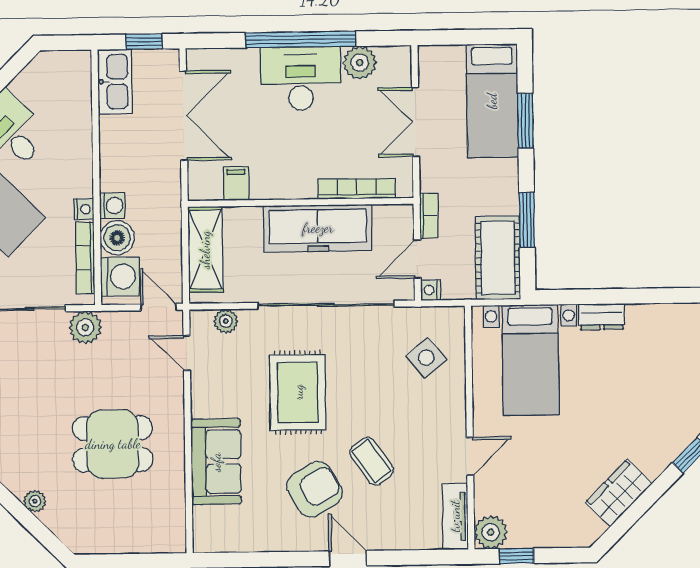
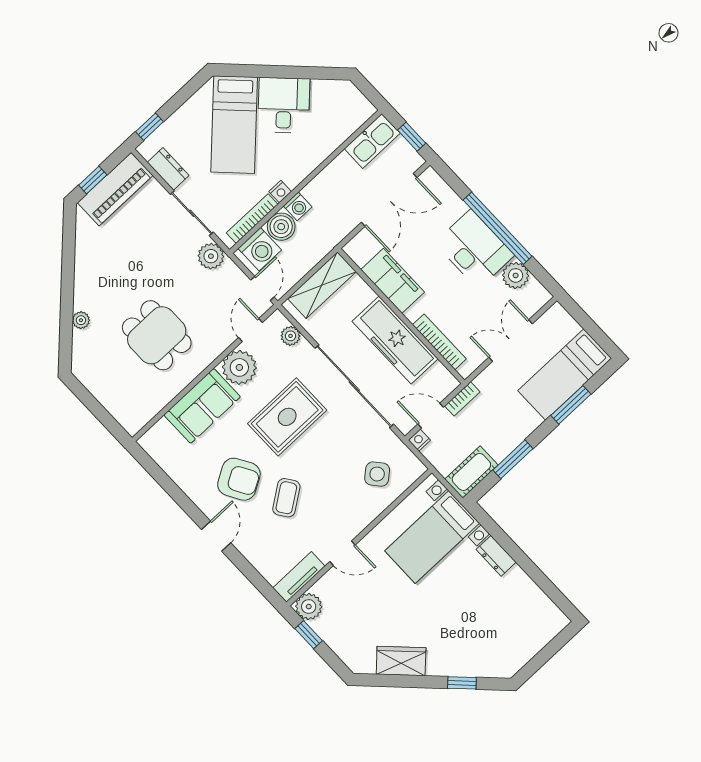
filing cabinet: (236, 184) -> (393, 281), width x3.00, depth x1.17
cot: (498, 258) -> (471, 472), width x0.73, depth x0.75
plant: (212, 395) -> (239, 367), added

